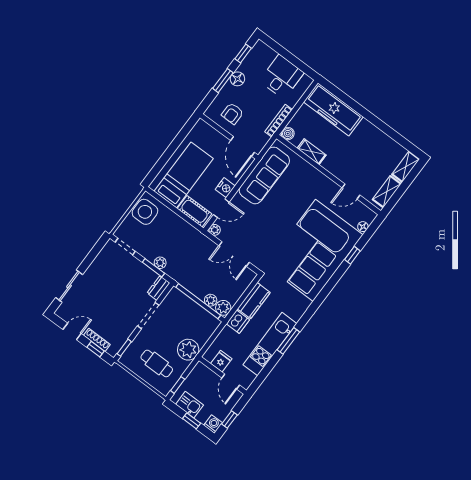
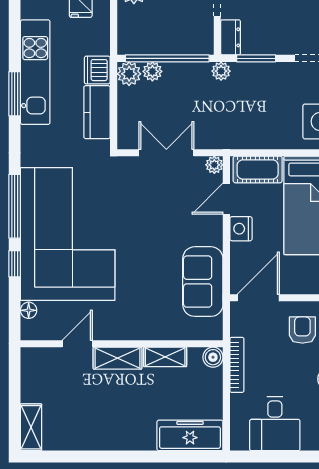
freezer: (333, 109) -> (190, 435), width x0.73, depth x0.79
door: (243, 146) -> (258, 298), hinge flipped
sofa: (264, 175) -> (203, 282), width x0.73
shelving: (387, 192) -> (117, 358), moved, turned 90
plant: (160, 263) -> (221, 71), moved
window: (331, 284) -> (15, 206), added

